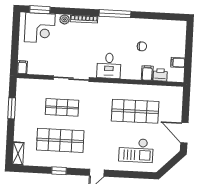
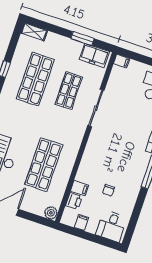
desk: (109, 66) -> (111, 226), moved, turned -90
freezer: (24, 93) -> (94, 55), added
plant: (177, 93) -> (51, 213), added

